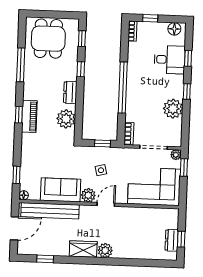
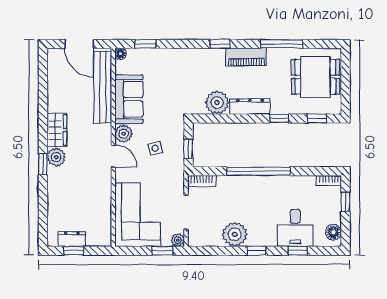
dresser: (70, 92) -> (250, 106), width x1.44
piano: (29, 116) -> (246, 57), moved
window: (45, 259) -> (43, 164), moved

